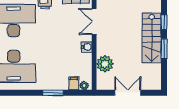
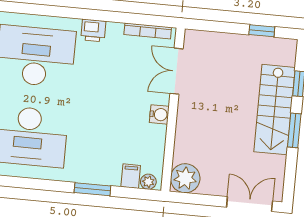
plant: (105, 64) -> (185, 178), moved
double door: (128, 93) -> (250, 204), moved

